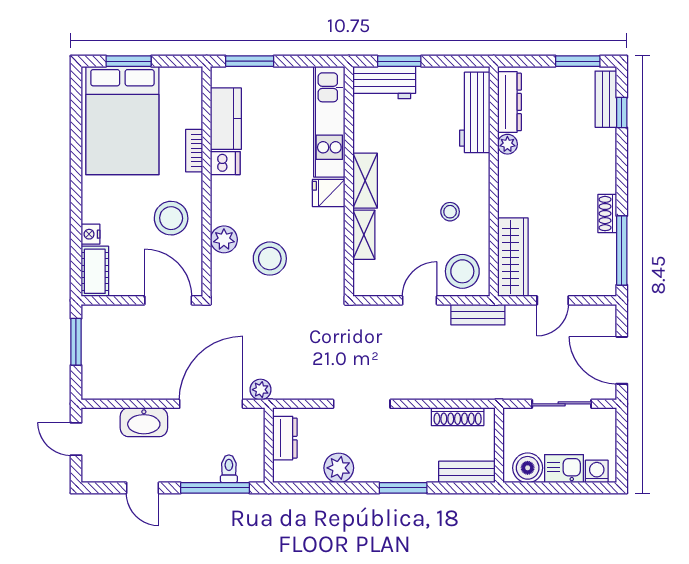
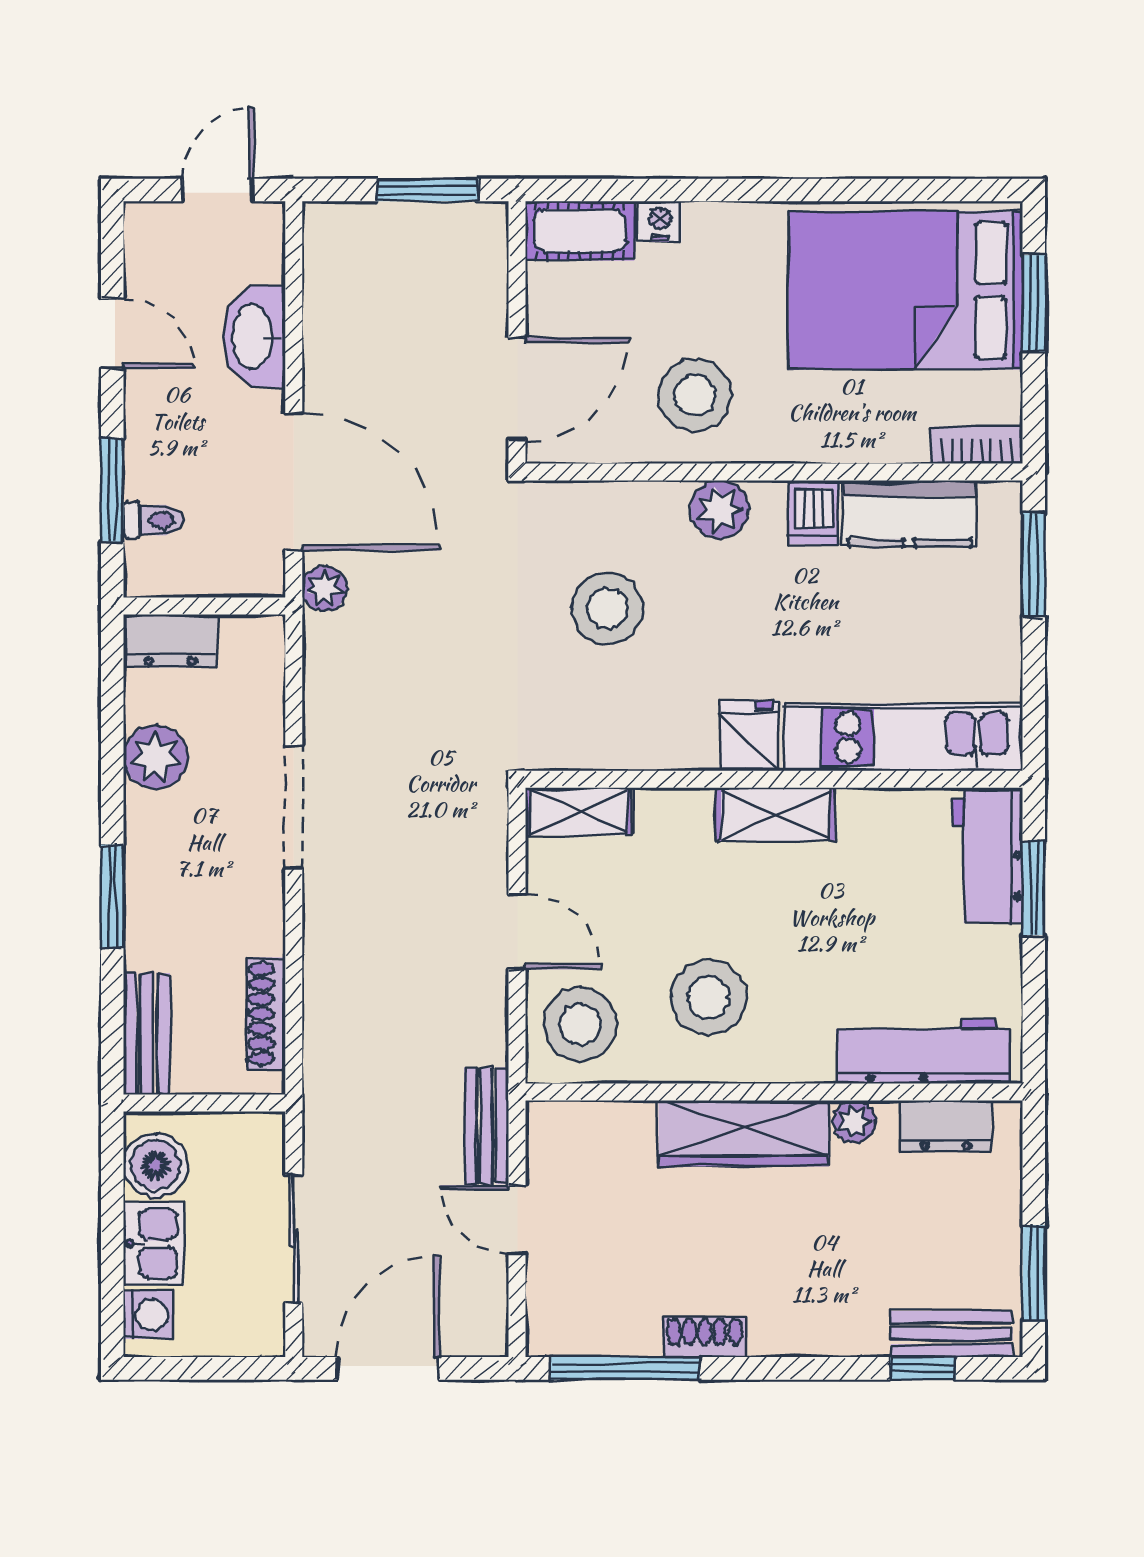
dresser: (509, 102) -> (946, 1126), width x0.70
bookcase: (194, 151) -> (977, 445), moved
stool: (450, 212) -> (709, 998), width x1.89, depth x1.89
shelving: (364, 235) -> (579, 811), moved
plant: (224, 239) -> (719, 509), moved
wardrobe: (513, 257) -> (744, 1133), moved
bench: (478, 315) -> (486, 1126), moved
dresser: (285, 438) -> (170, 641), moved
door: (143, 488) -> (112, 334), swing flipped
window: (215, 488) -> (112, 490), width x0.69

